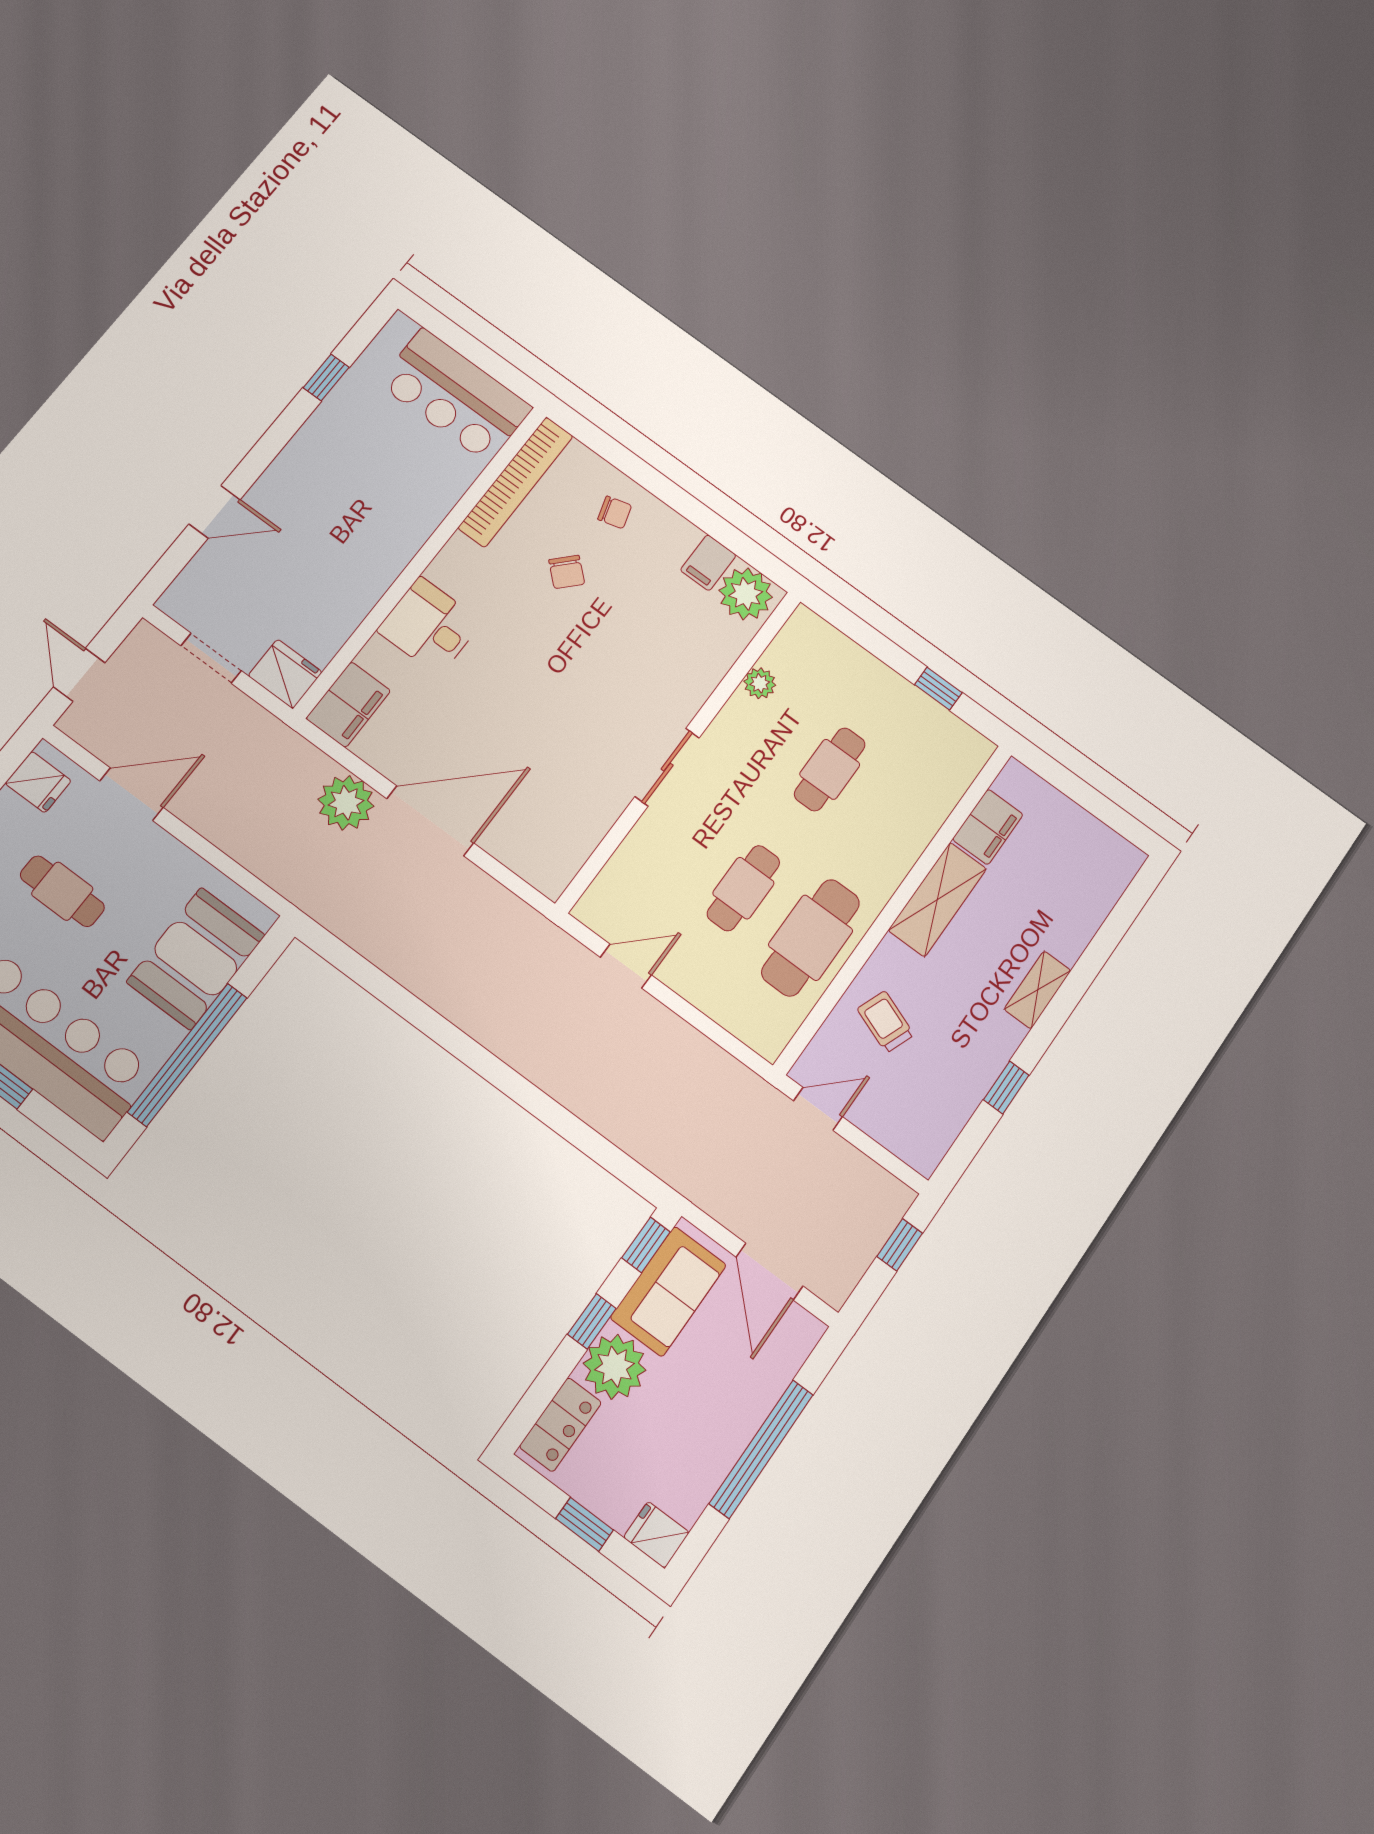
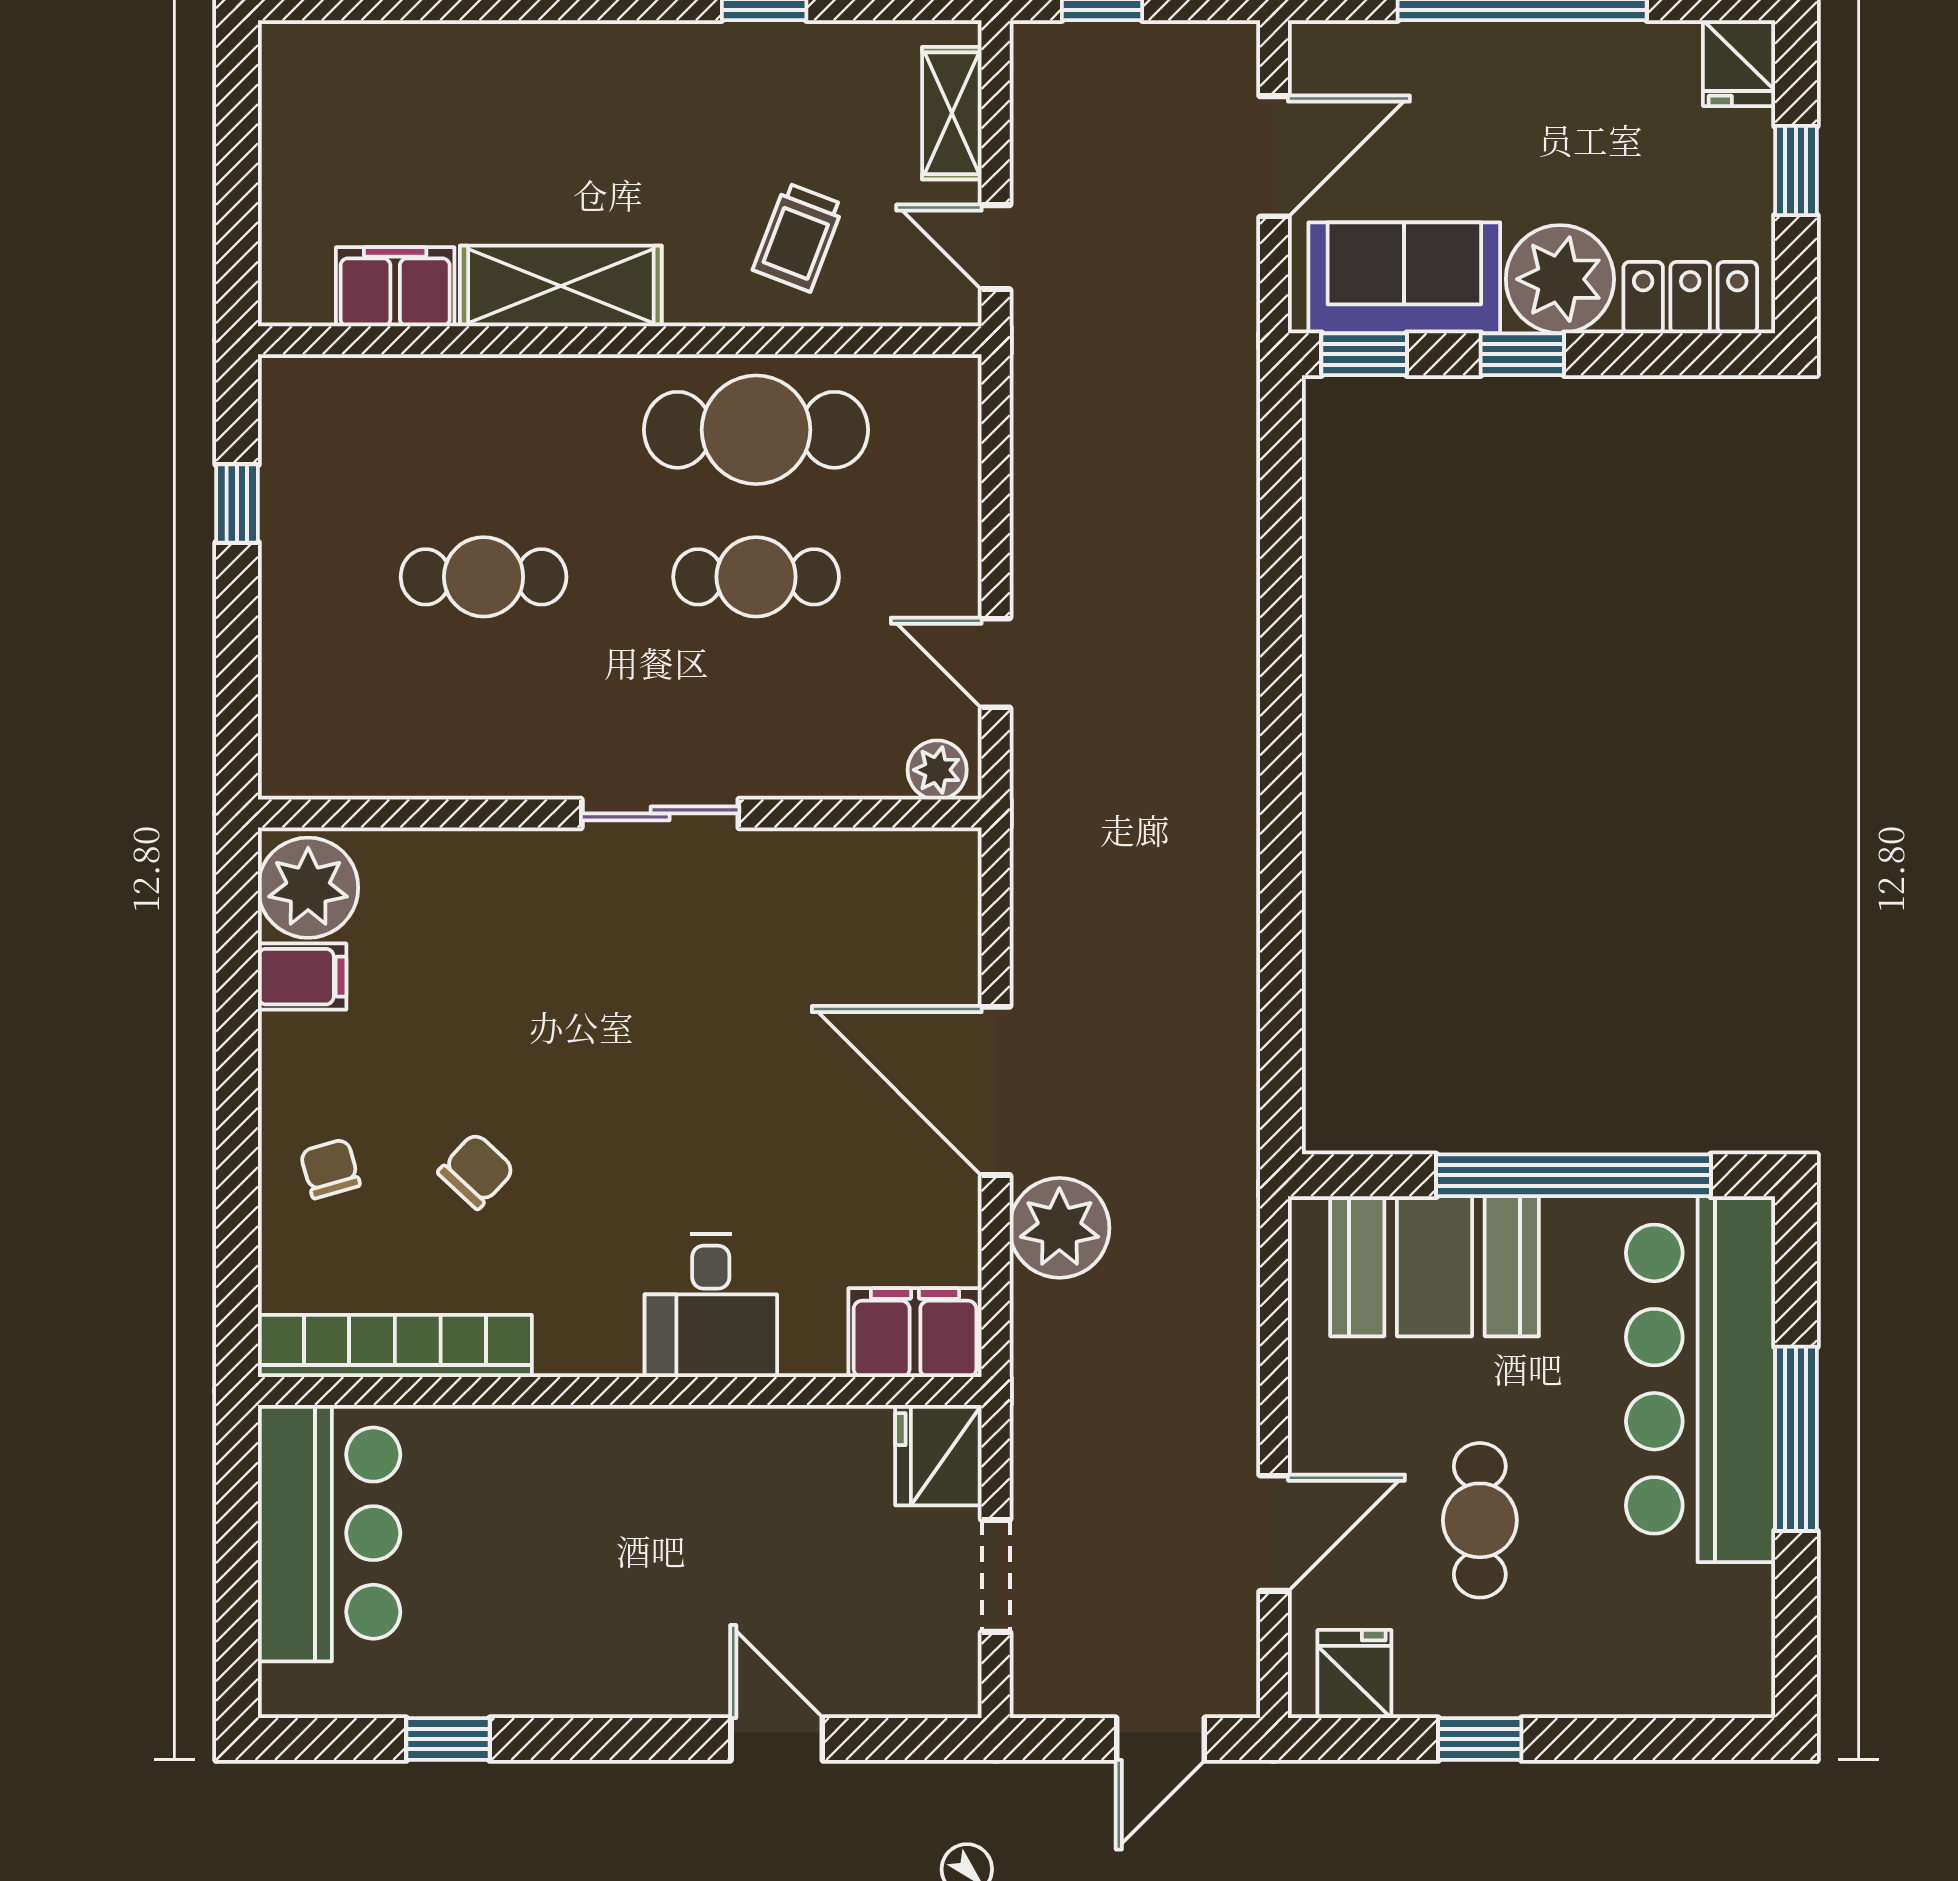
plant: (760, 683) -> (937, 770), moved
door: (131, 794) -> (1274, 1533), swing flipped
shelving: (1038, 990) -> (952, 113), moved, turned 90

